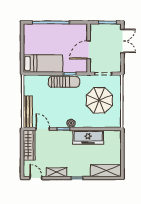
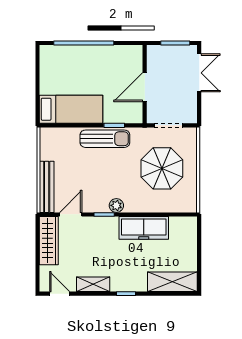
door: (43, 129) -> (71, 214), hinge flipped

